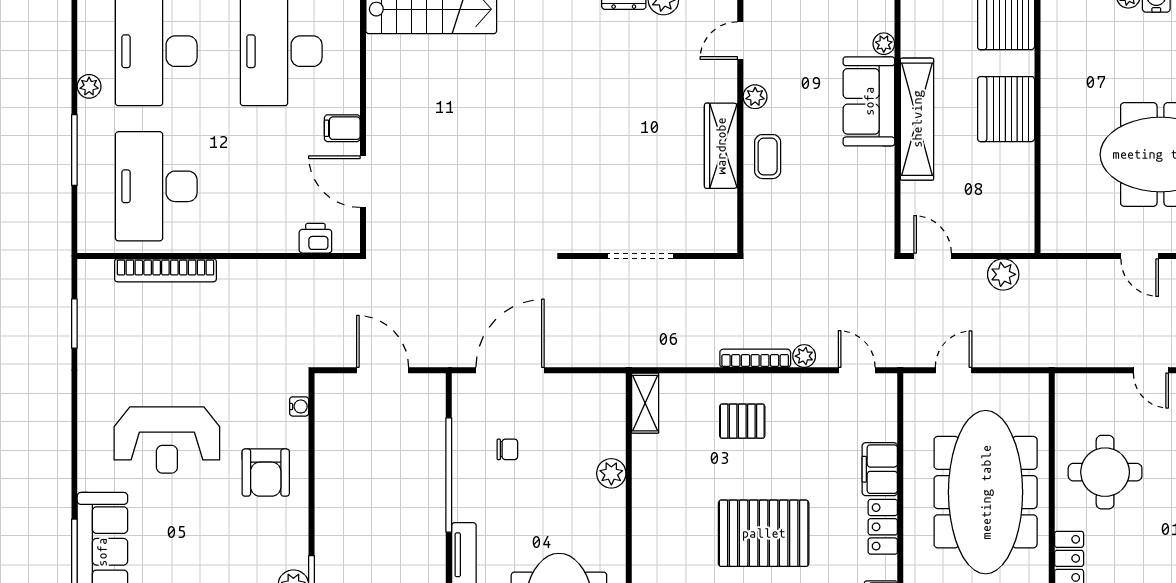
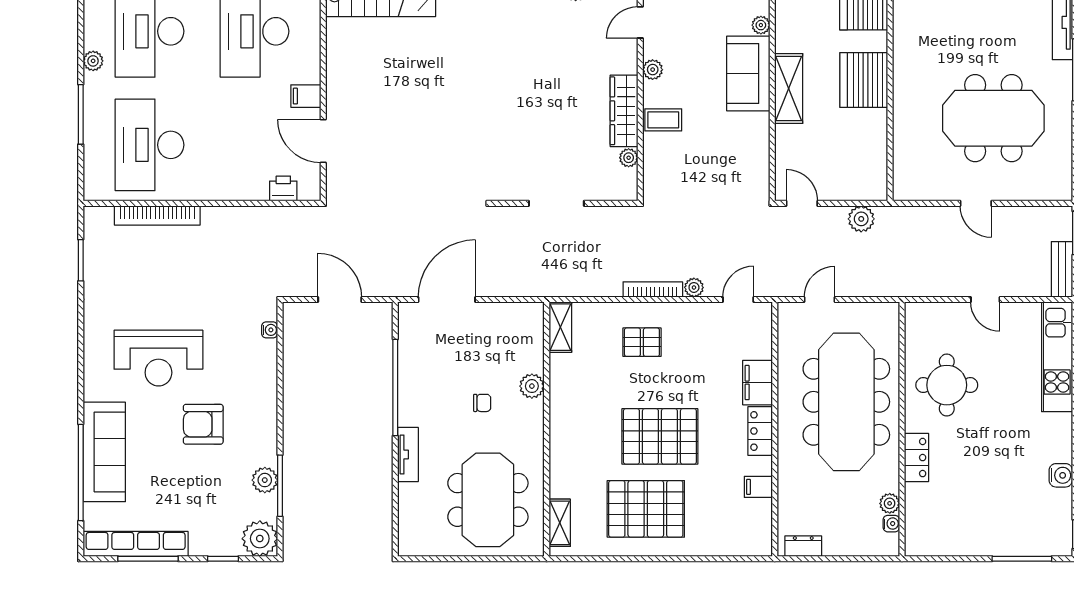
shelving: (917, 119) -> (789, 88), width x0.68
coffee table: (768, 157) -> (663, 120), turned 90
plant: (726, 202) -> (629, 158), added
door: (857, 370) -> (738, 299), hinge flipped
chair: (507, 449) -> (482, 403), moved
armchair: (266, 473) -> (203, 424), moved, turned 90

